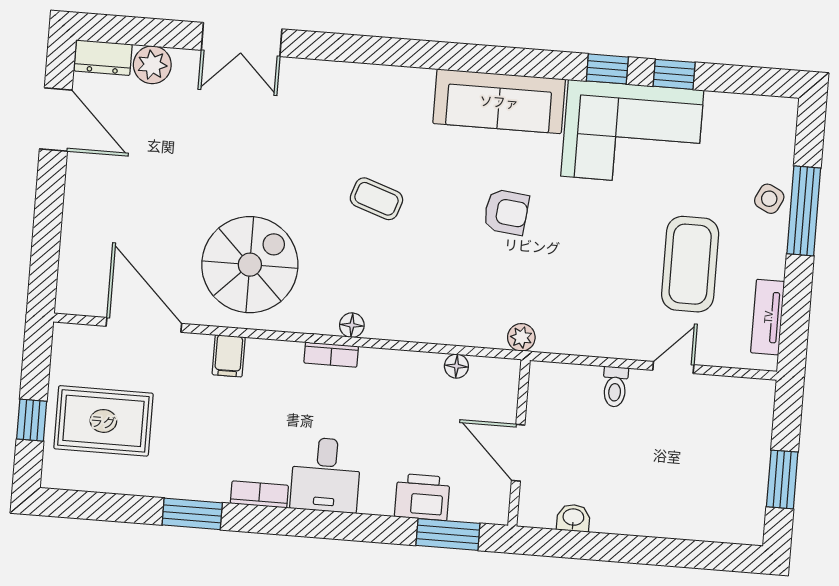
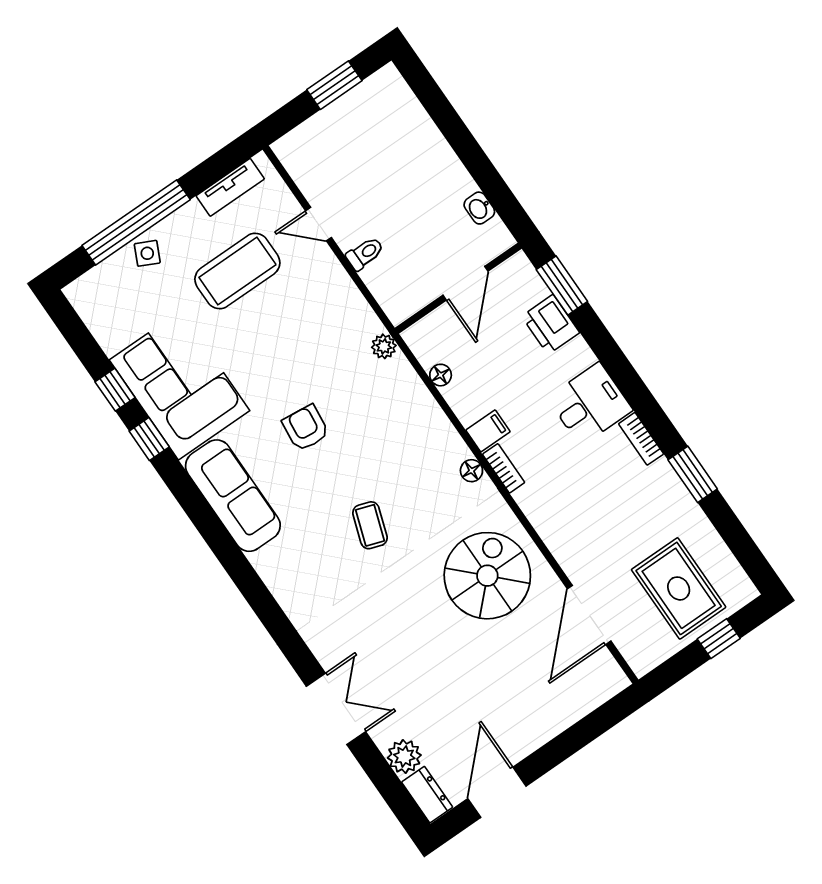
window: (804, 211) -> (136, 222), width x1.46
spiral stairs: (250, 265) -> (487, 576), turned 90
filing cabinet: (229, 356) -> (488, 431), moved

